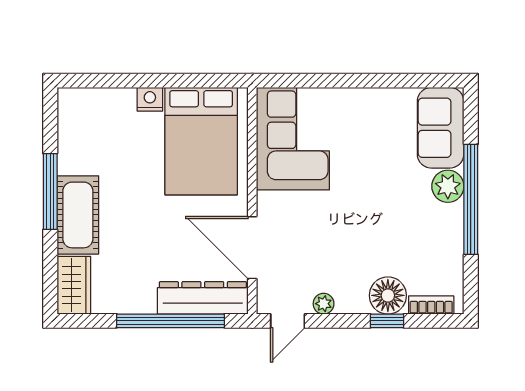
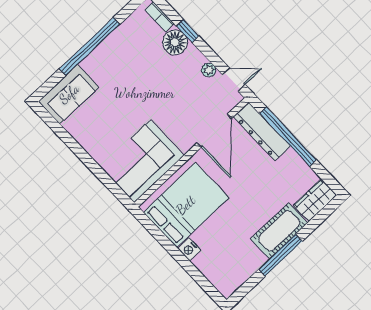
plant: (448, 186) -> (94, 64), removed

